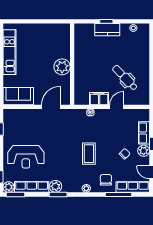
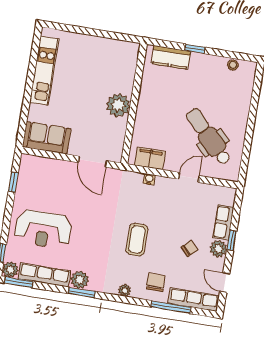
kitchen counter: (107, 30) -> (171, 57), moved
dental chair: (125, 78) -> (208, 136), width x1.36, depth x1.38
filing cabinet: (99, 99) -> (150, 158), moved
door: (51, 107) -> (92, 162), swing flipped

